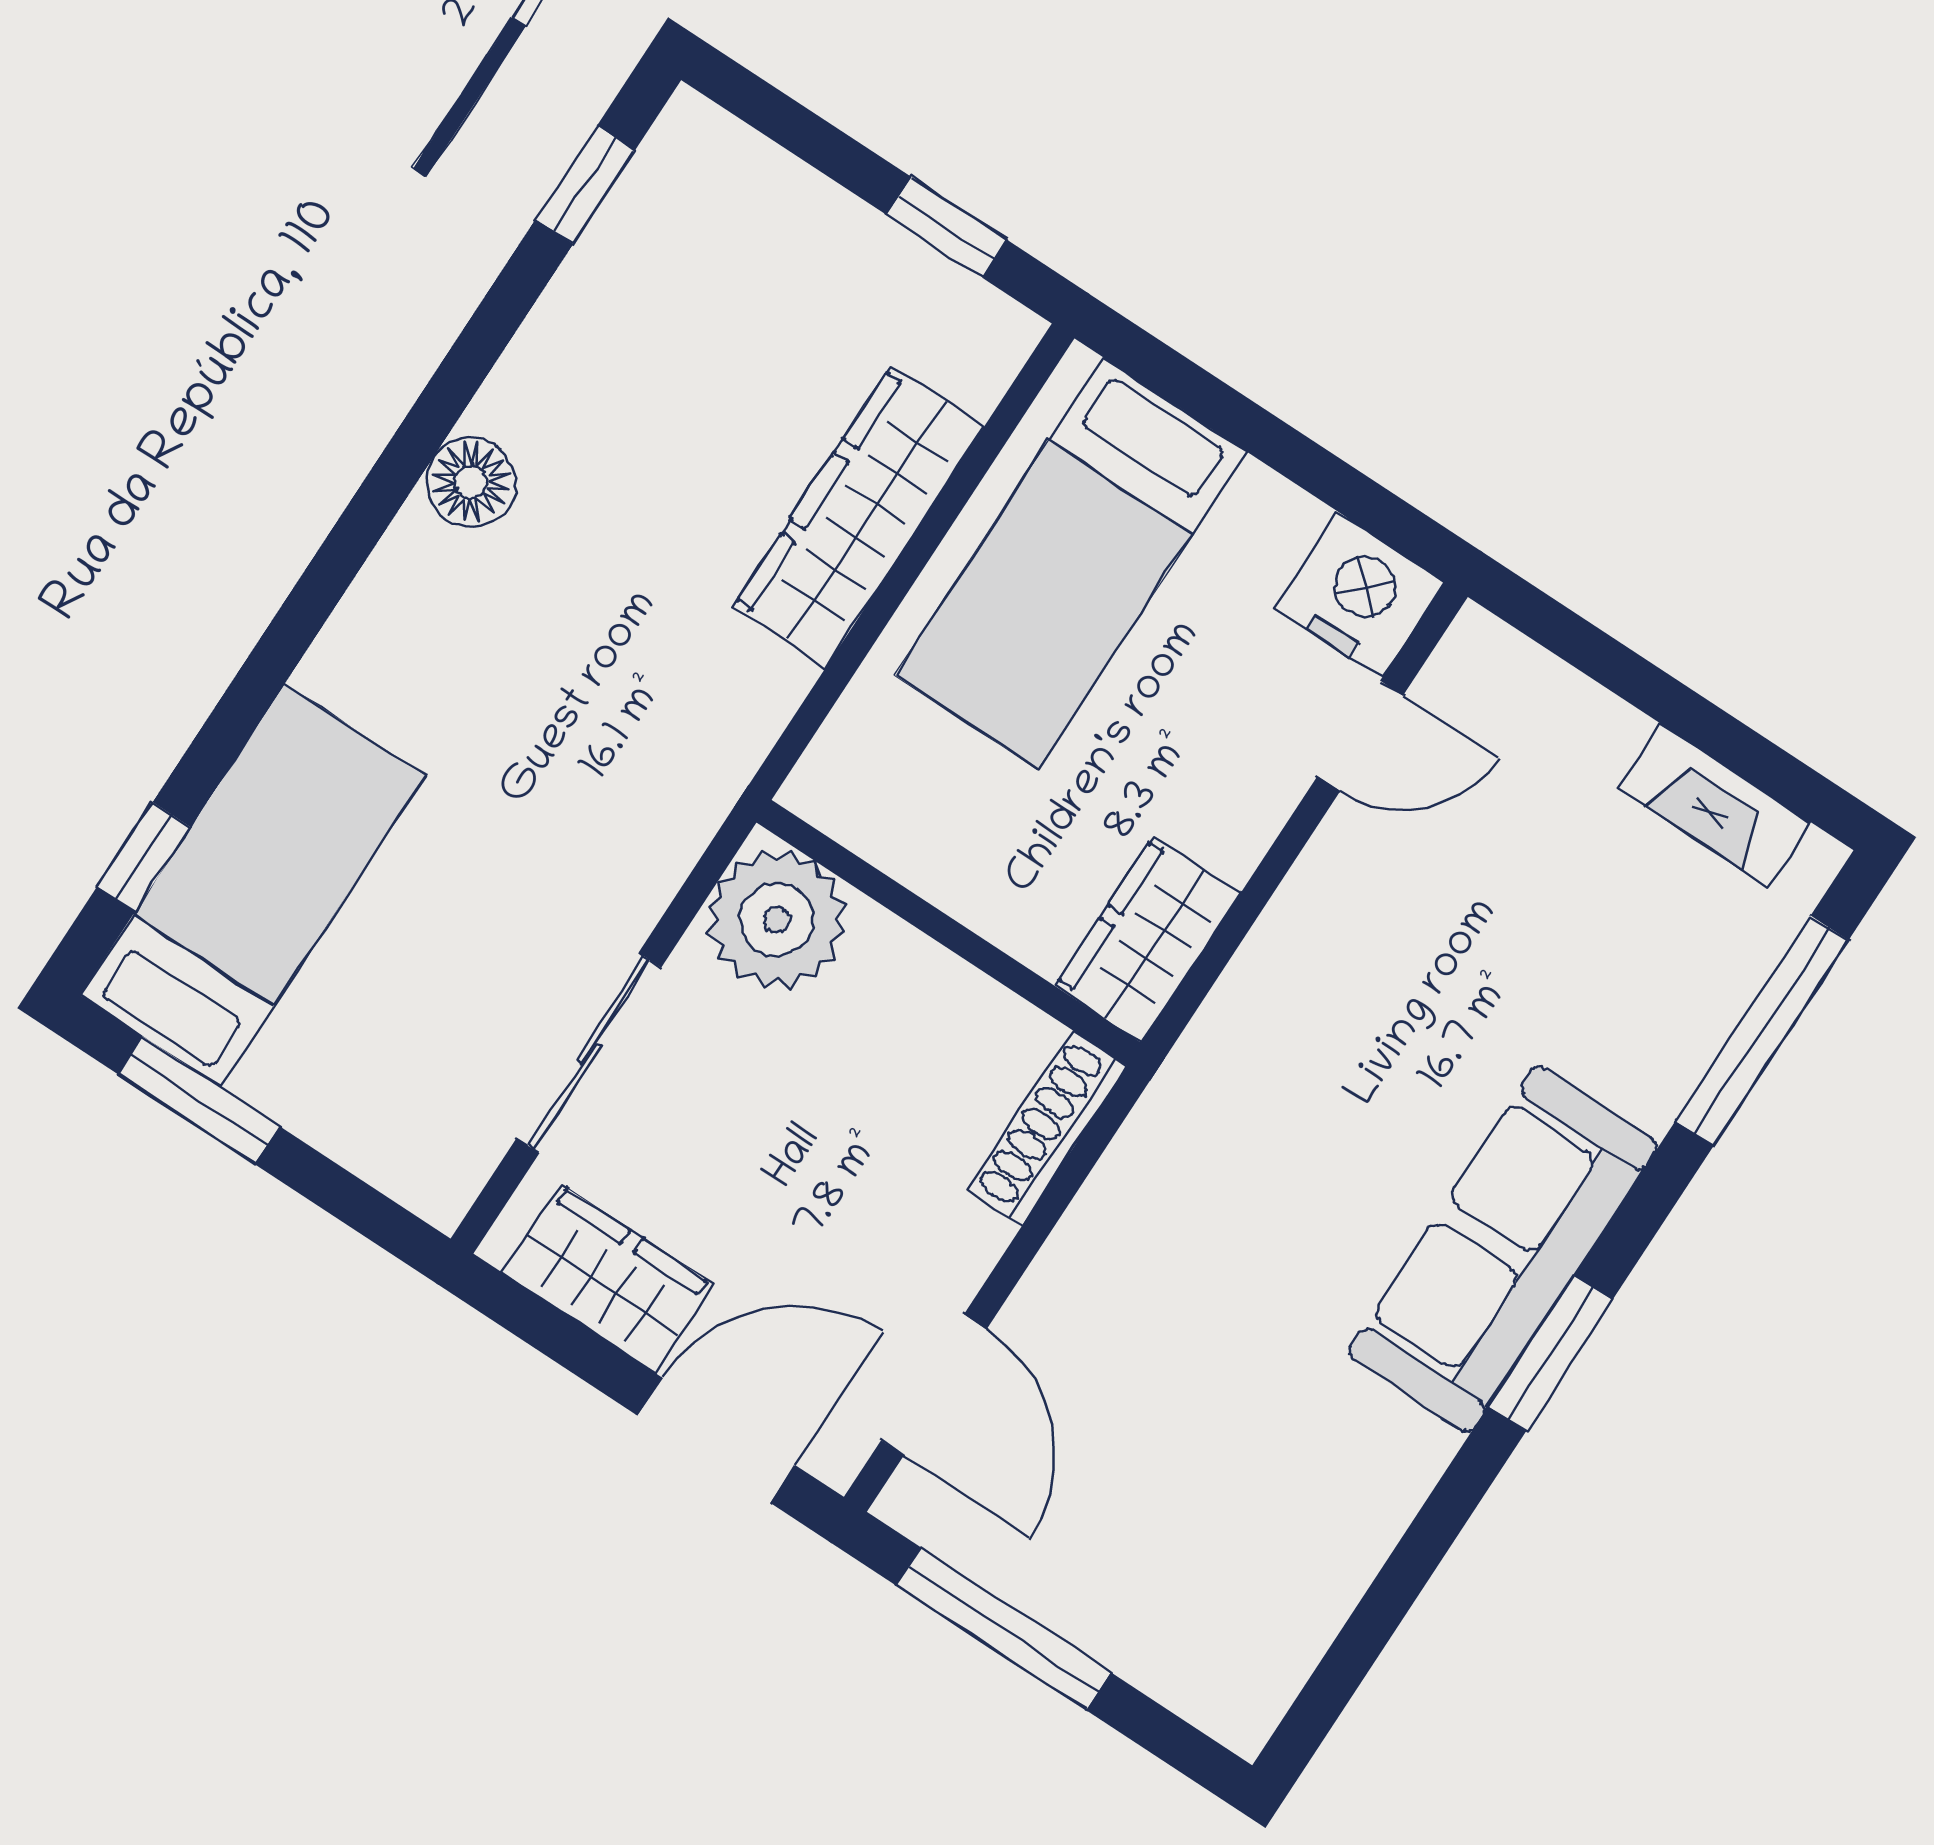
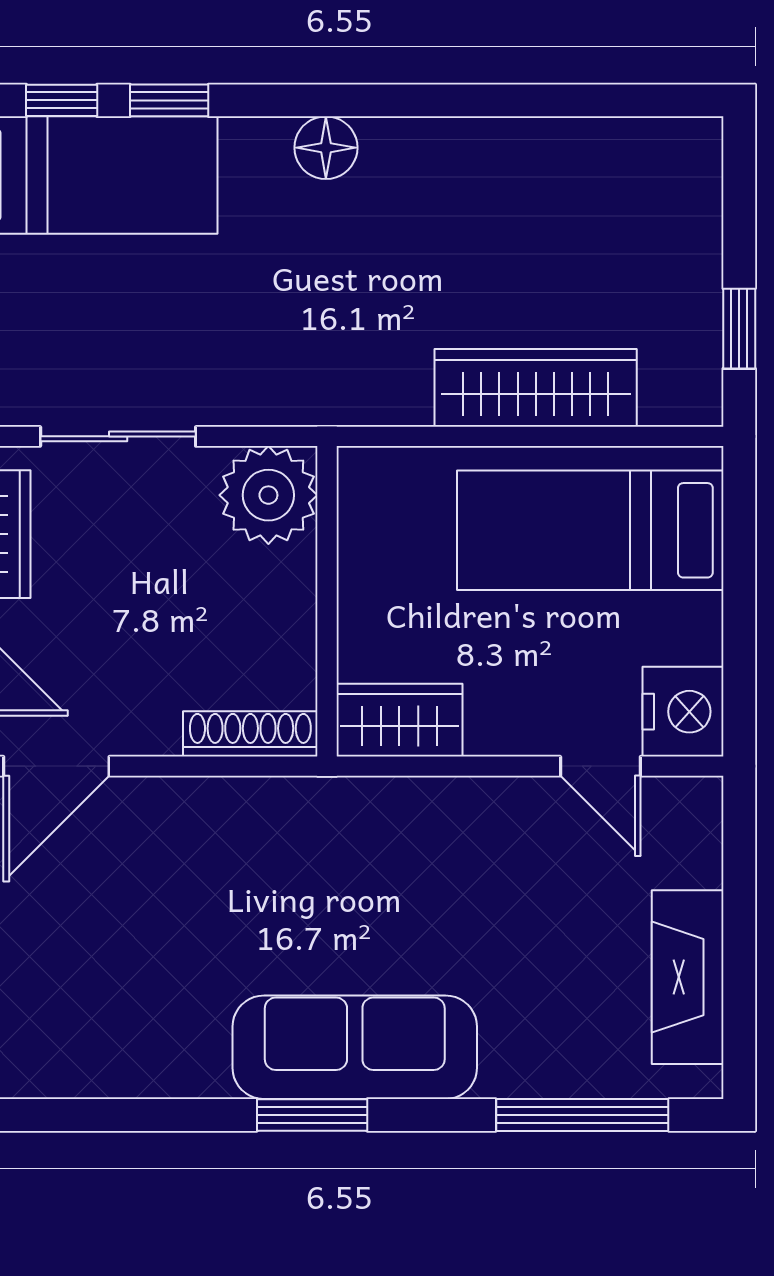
window: (585, 185) -> (169, 100), moved
floor lamp: (471, 482) -> (326, 148), moved
fireplace: (1715, 805) -> (688, 977), width x1.37, depth x1.32

